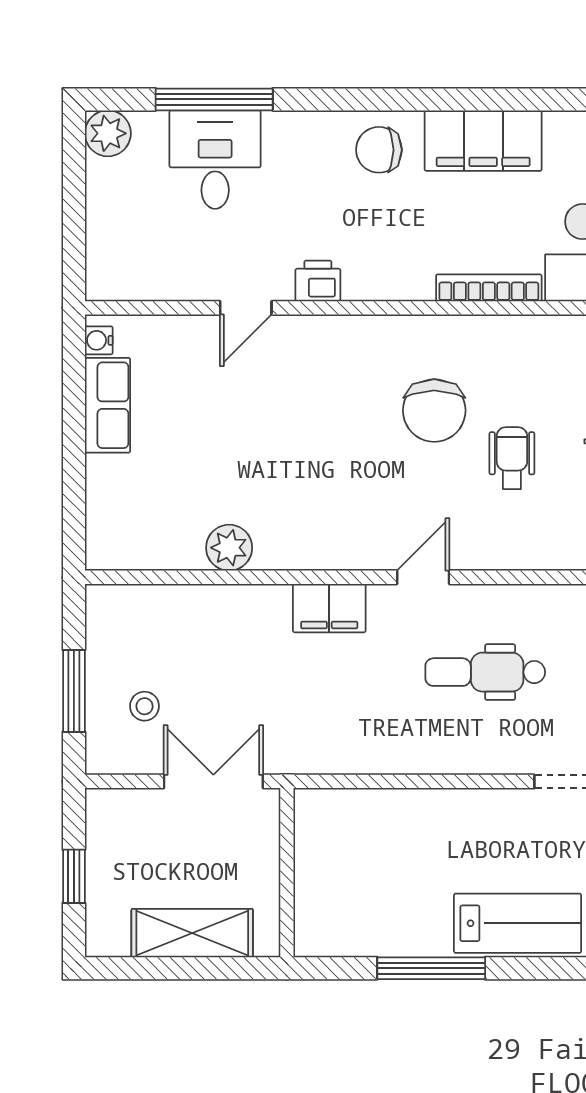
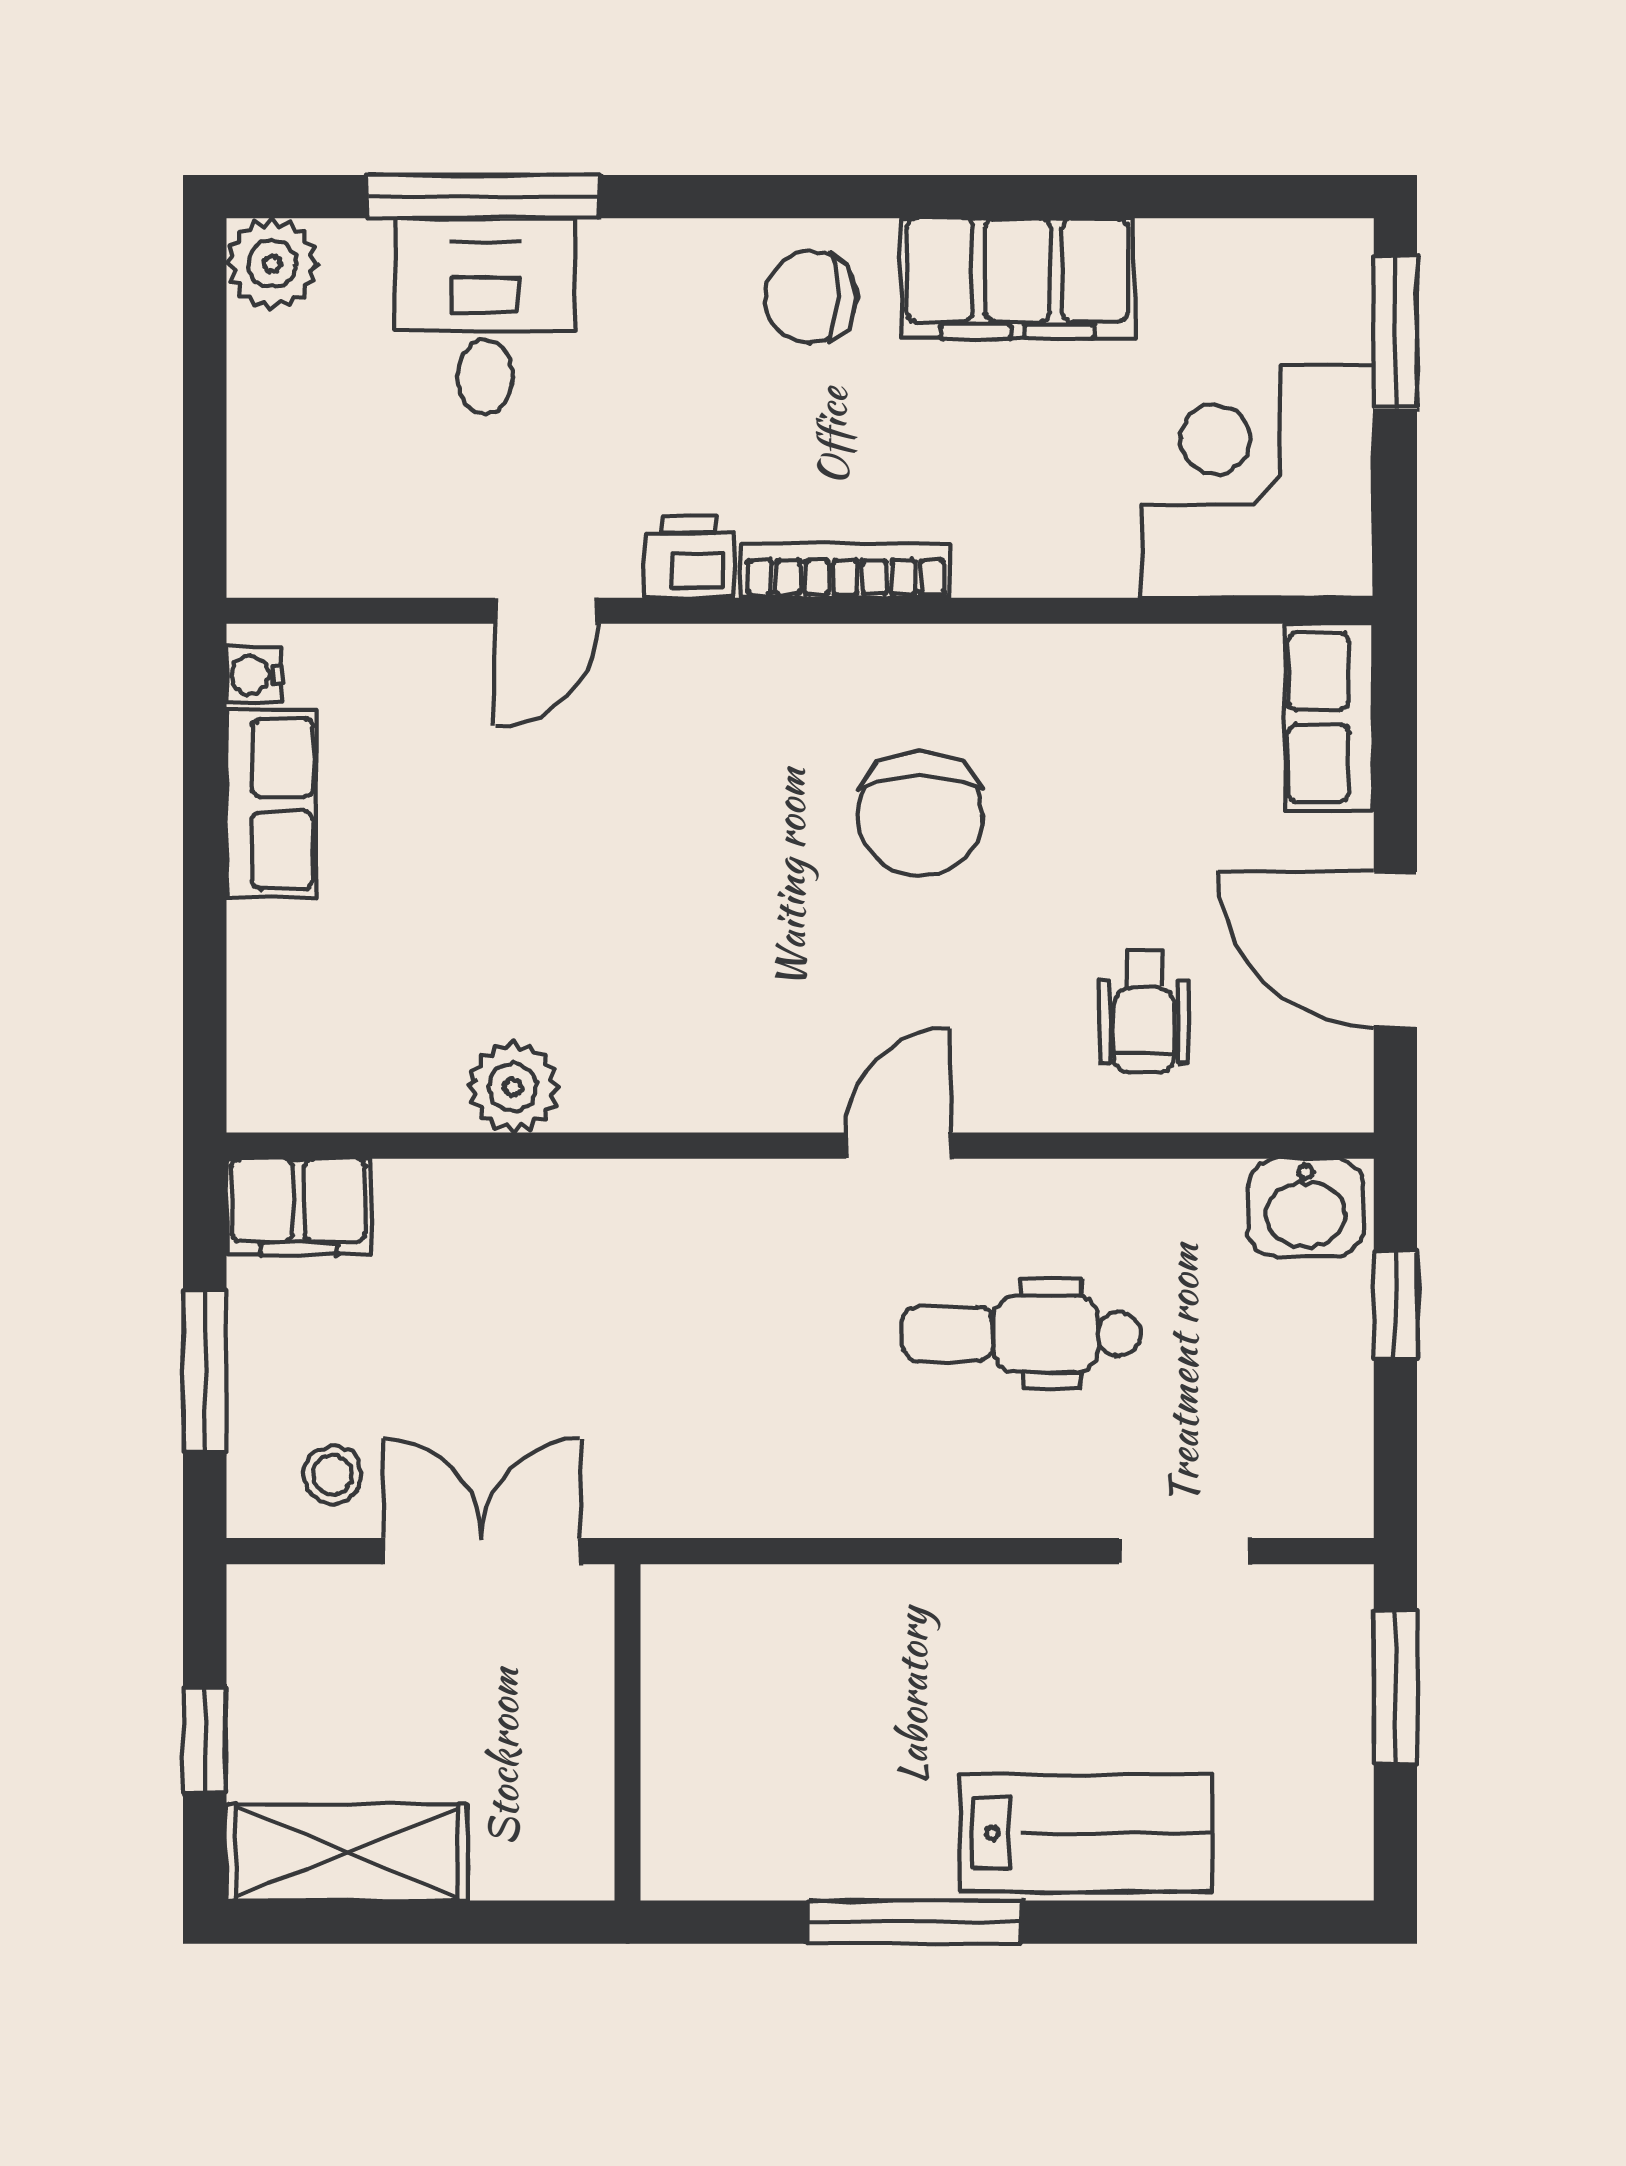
bookcase: (489, 288) -> (846, 571), moved
wheelchair: (512, 458) -> (1144, 1012), moved, turned 180
filing cabinet: (329, 608) -> (299, 1207), moved
stool: (144, 706) -> (332, 1475), moved
shelving: (192, 933) -> (347, 1852), moved

